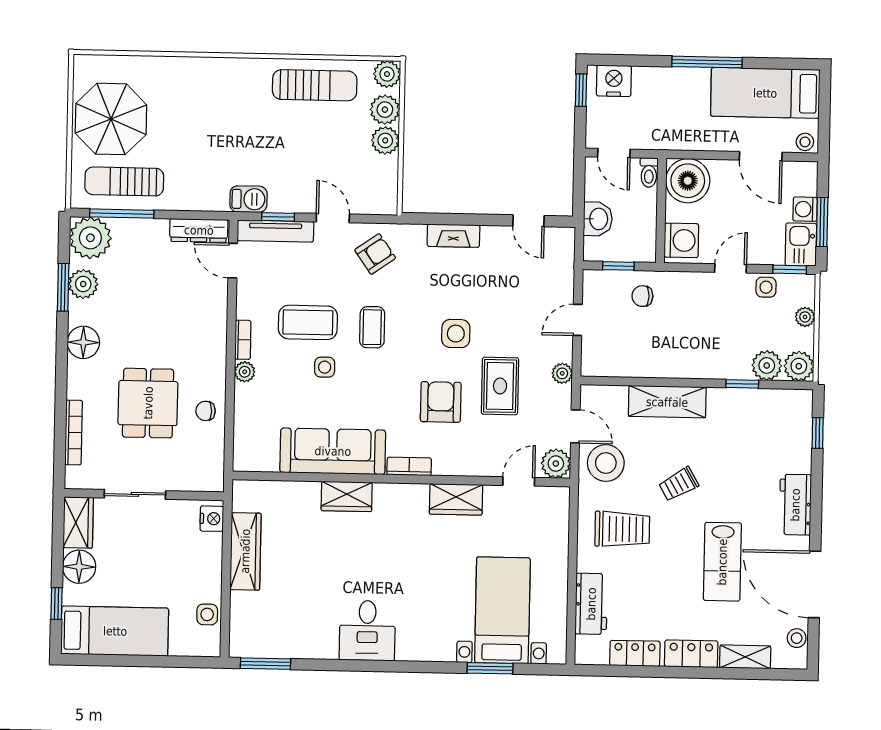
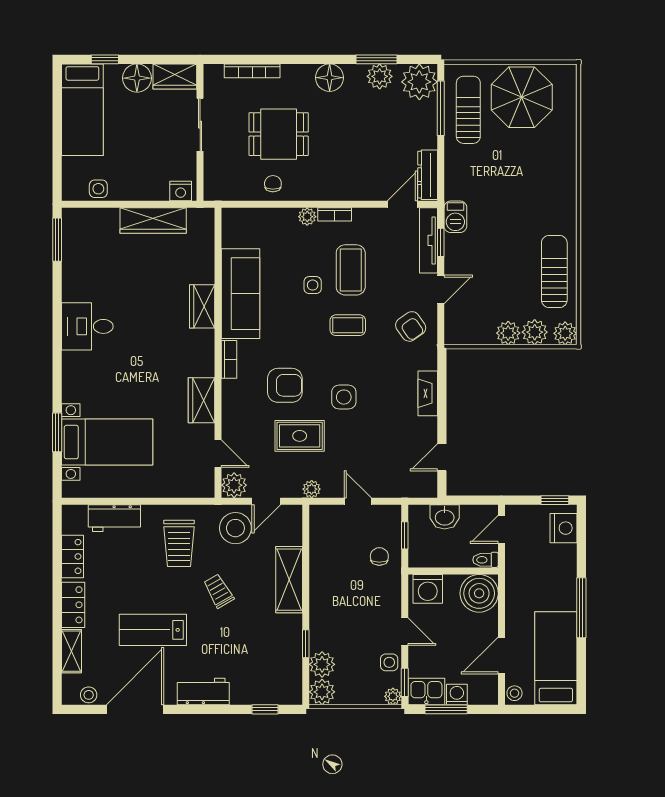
sun lounger: (315, 85) -> (554, 271), turned 180
plant: (805, 317) -> (393, 696), moved

